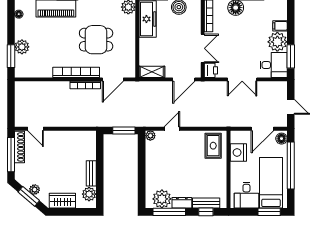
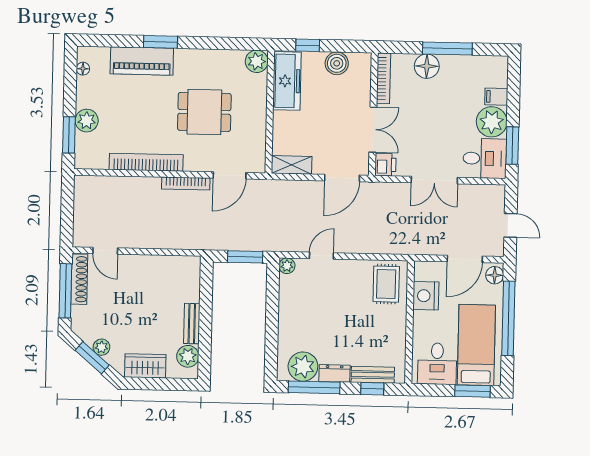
bookcase: (76, 72) -> (146, 162), moved

